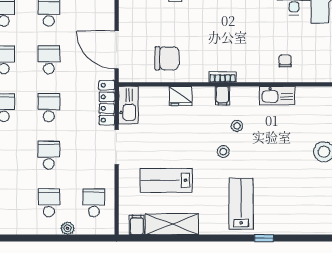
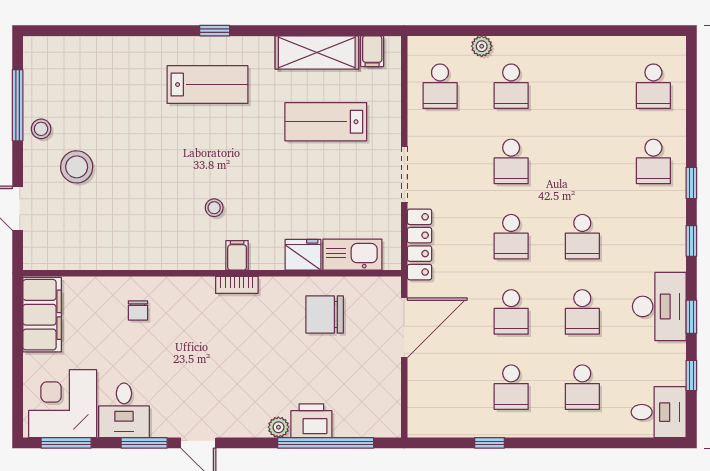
door: (117, 50) -> (404, 328), hinge flipped
kitchen sink: (277, 96) -> (151, 256), removed
kitchen sink: (128, 105) -> (352, 255), moved, turned 90
stool: (223, 152) -> (236, 167), removed
lab bench: (166, 180) -> (326, 122), turned 180
lab bench: (241, 204) -> (208, 85), turned -90
window: (264, 238) -> (215, 31), moved

